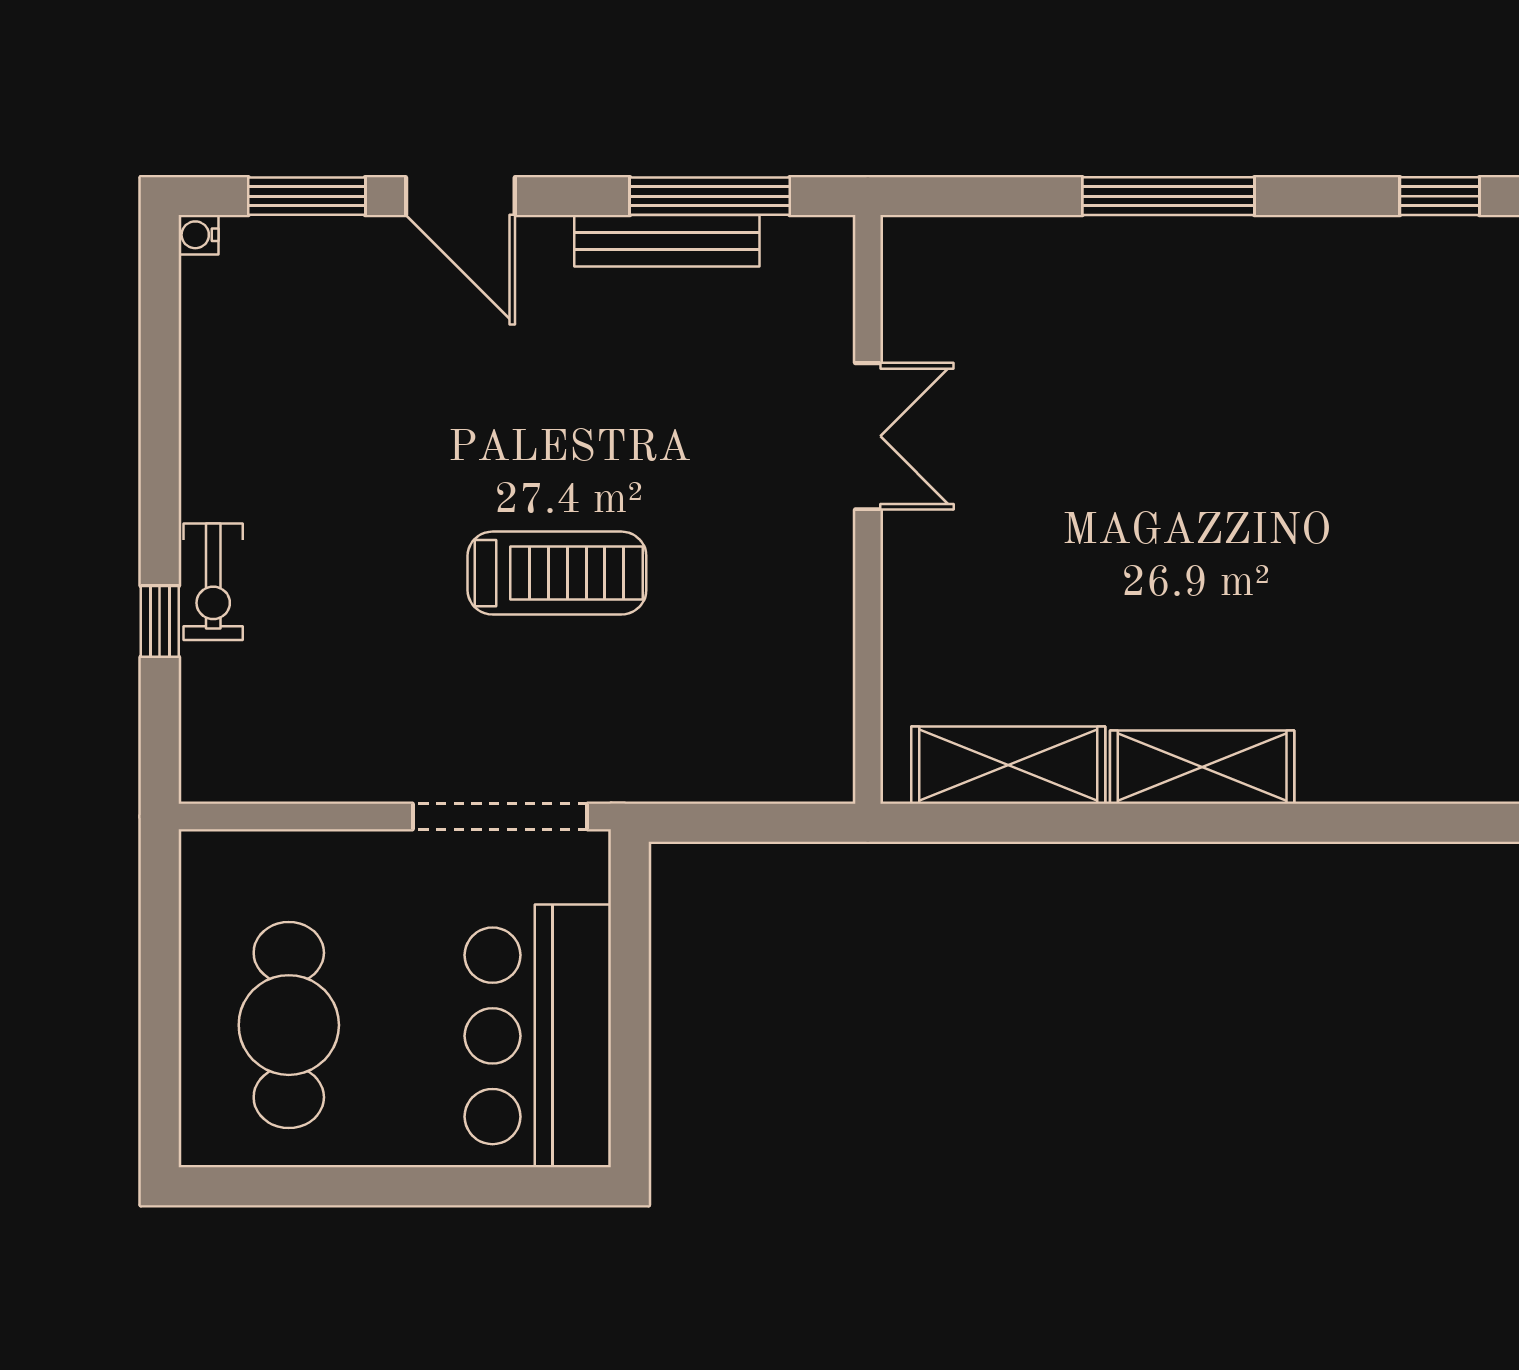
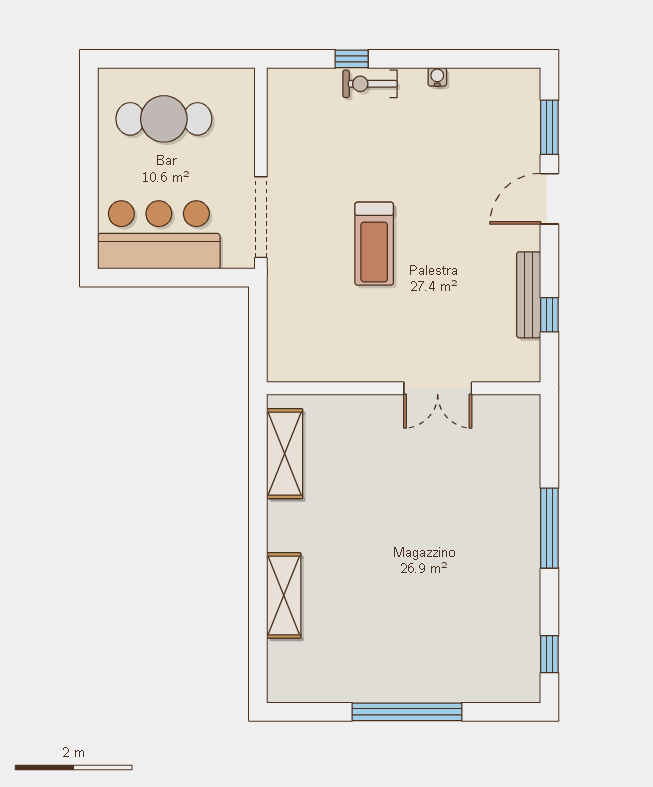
window: (710, 196) -> (549, 315), width x0.46
water cooler: (198, 235) -> (437, 77), moved
shelving: (1202, 767) -> (284, 595), moved

